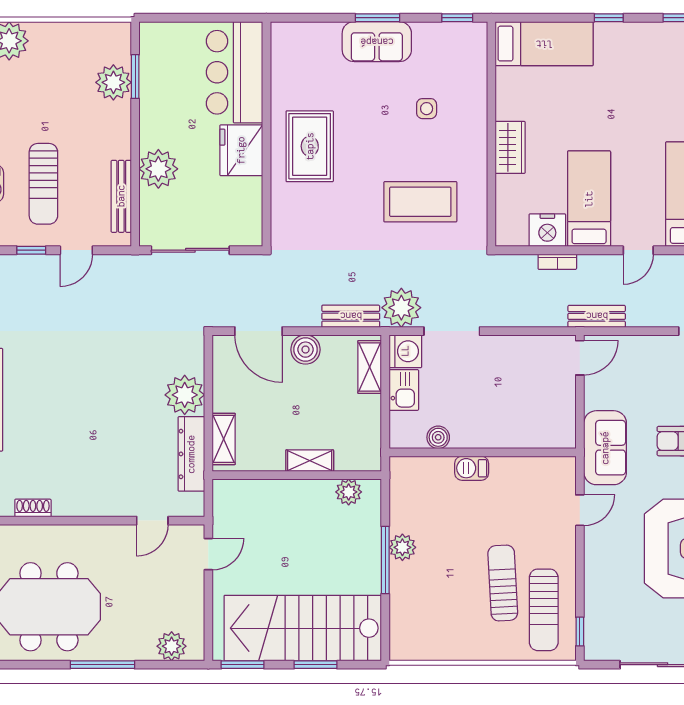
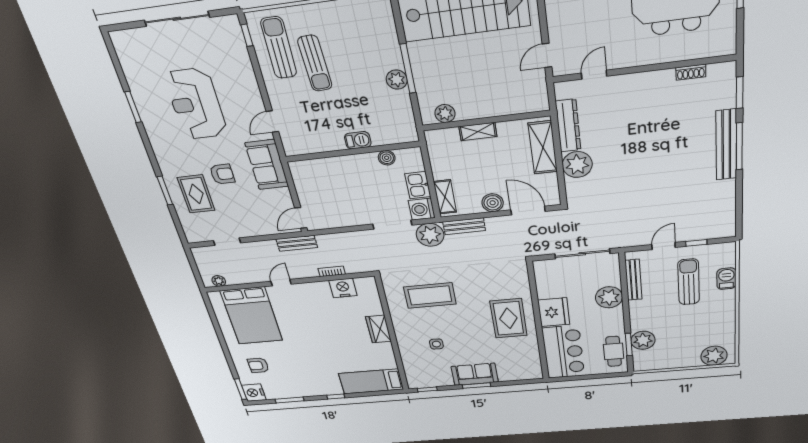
cafe table: (159, 65) -> (614, 351), added
bed: (589, 199) -> (321, 307), removed
shelving: (224, 439) -> (543, 148), width x1.50, depth x1.33

